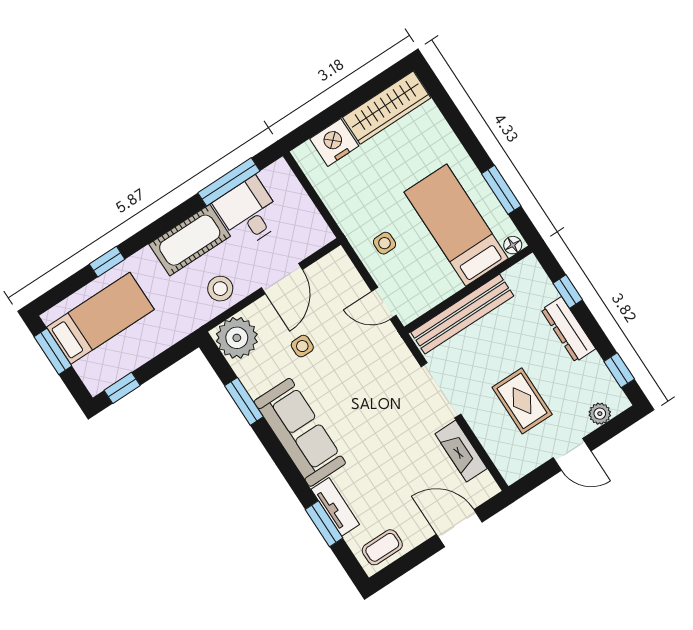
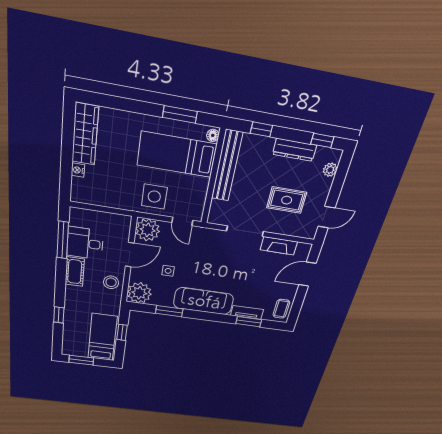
nightstand: (334, 142) -> (78, 170), width x0.53, depth x0.56
cot: (190, 240) -> (75, 272), width x0.73, depth x0.75
side table: (385, 243) -> (154, 197), width x1.87, depth x1.87
plant: (335, 272) -> (148, 230), added
door: (282, 279) -> (130, 255), hinge flipped
door: (384, 303) -> (182, 221), hinge flipped
bench: (462, 314) -> (227, 166), moved
bed: (100, 318) -> (102, 337), moved
dresser: (568, 329) -> (295, 150), moved
window: (122, 388) -> (122, 332), moved
door: (572, 454) -> (326, 217), moved

